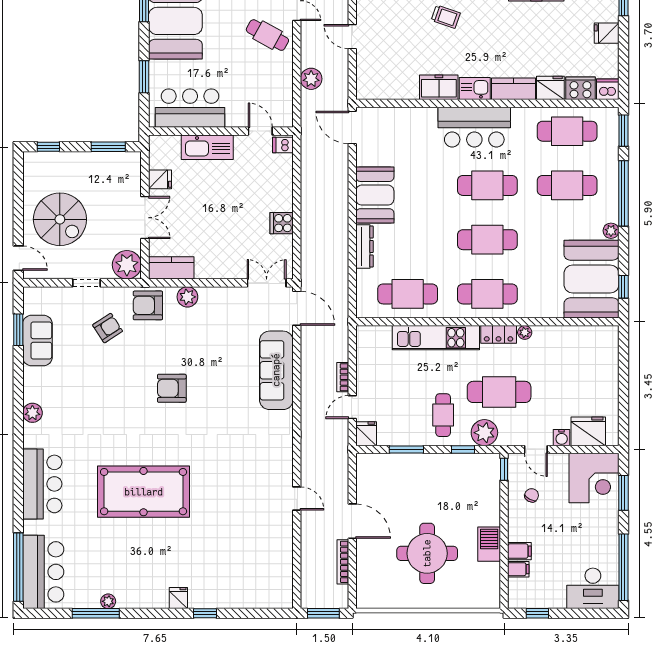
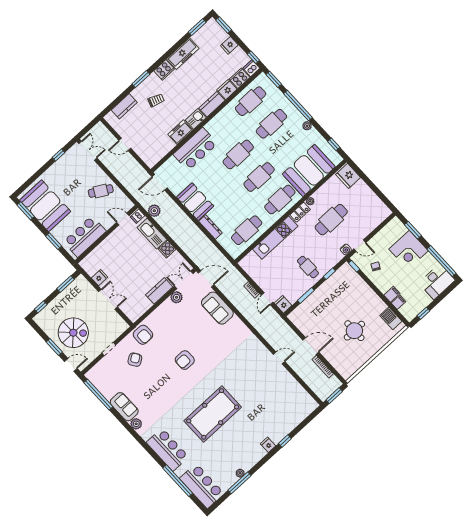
cafe table: (267, 35) -> (101, 191), moved
window: (623, 77) -> (253, 57), added
plant: (311, 79) -> (154, 211), moved
bar counter: (474, 127) -> (195, 149), moved
kitchen sink: (207, 147) -> (152, 234), moved, turned 90
window: (18, 215) -> (54, 347), added
plant: (127, 265) -> (119, 326), removed
kitchen counter: (171, 268) -> (159, 291), moved
booth: (591, 279) -> (309, 170), moved, turned 90
plant: (187, 297) -> (176, 297), moved
armchair: (148, 305) -> (143, 335), turned -90
window: (18, 330) -> (98, 395), width x2.11
sofa: (37, 340) -> (124, 407), moved
sofa: (276, 370) -> (217, 308), width x0.73
cafe table: (499, 392) -> (331, 220), moved
fridge: (588, 431) -> (348, 176), moved, turned -90
plant: (484, 433) -> (332, 258), removed
water cooler: (562, 438) -> (346, 249), moved
corner desk: (594, 478) -> (409, 250), moved, turned 90
barbecue: (489, 544) -> (391, 318), moved
round table: (427, 553) -> (354, 331), width x0.73, depth x0.73
window: (18, 567) -> (178, 481), moved

